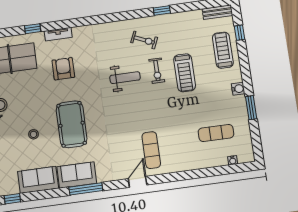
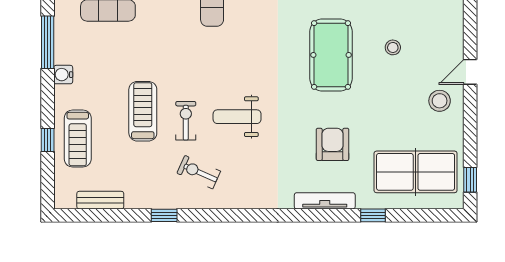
bench: (217, 12) -> (100, 200), moved
window: (239, 33) -> (48, 140), moved
tv unit: (58, 34) -> (325, 201), width x1.41
armchair: (63, 69) -> (333, 144), turned 180
window: (251, 108) -> (48, 42), width x1.44

